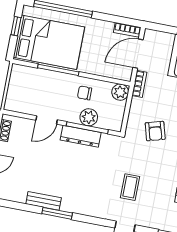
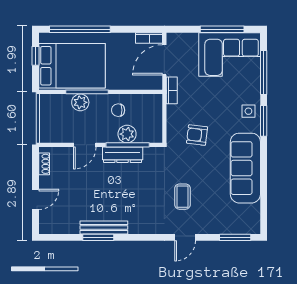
plant: (120, 92) -> (80, 102), moved
armchair: (155, 131) -> (197, 135), turned 113
bench: (44, 201) -> (104, 227), width x1.36
window: (57, 213) -> (98, 237), moved

